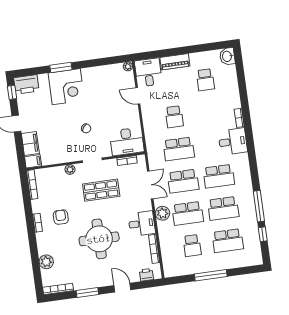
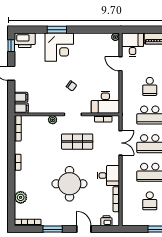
filing cabinet: (30, 143) -> (21, 97), width x0.50
plant: (163, 213) -> (128, 169), removed
armchair: (61, 217) -> (39, 160), removed

